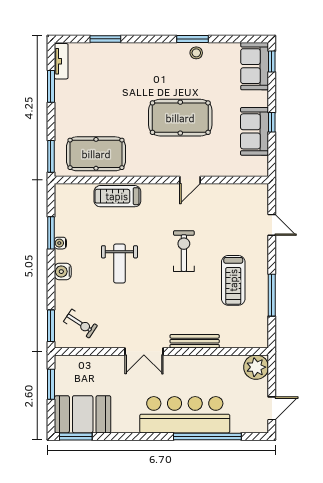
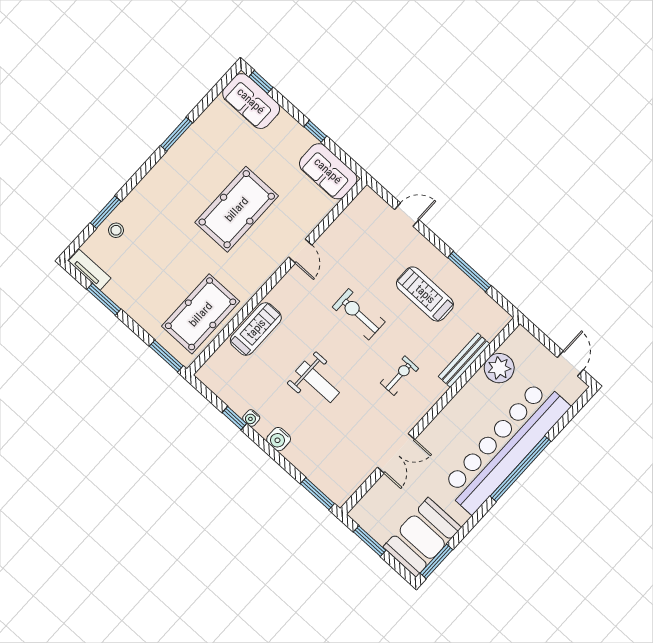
stool: (196, 53) -> (116, 230), moved
sofa: (254, 131) -> (328, 171), moved
treadmill: (117, 196) -> (256, 329), turned 180
window: (51, 233) -> (234, 418), width x0.67
treadmill: (233, 280) -> (425, 294), turned 180
exercise bike: (80, 324) -> (399, 376), moved, turned -33
bench: (195, 341) -> (464, 360), moved
double door: (144, 352) -> (396, 453), moved
plant: (256, 367) -> (499, 368), moved
bar counter: (185, 415) -> (506, 446), width x1.36
window: (207, 436) -> (521, 469), moved

